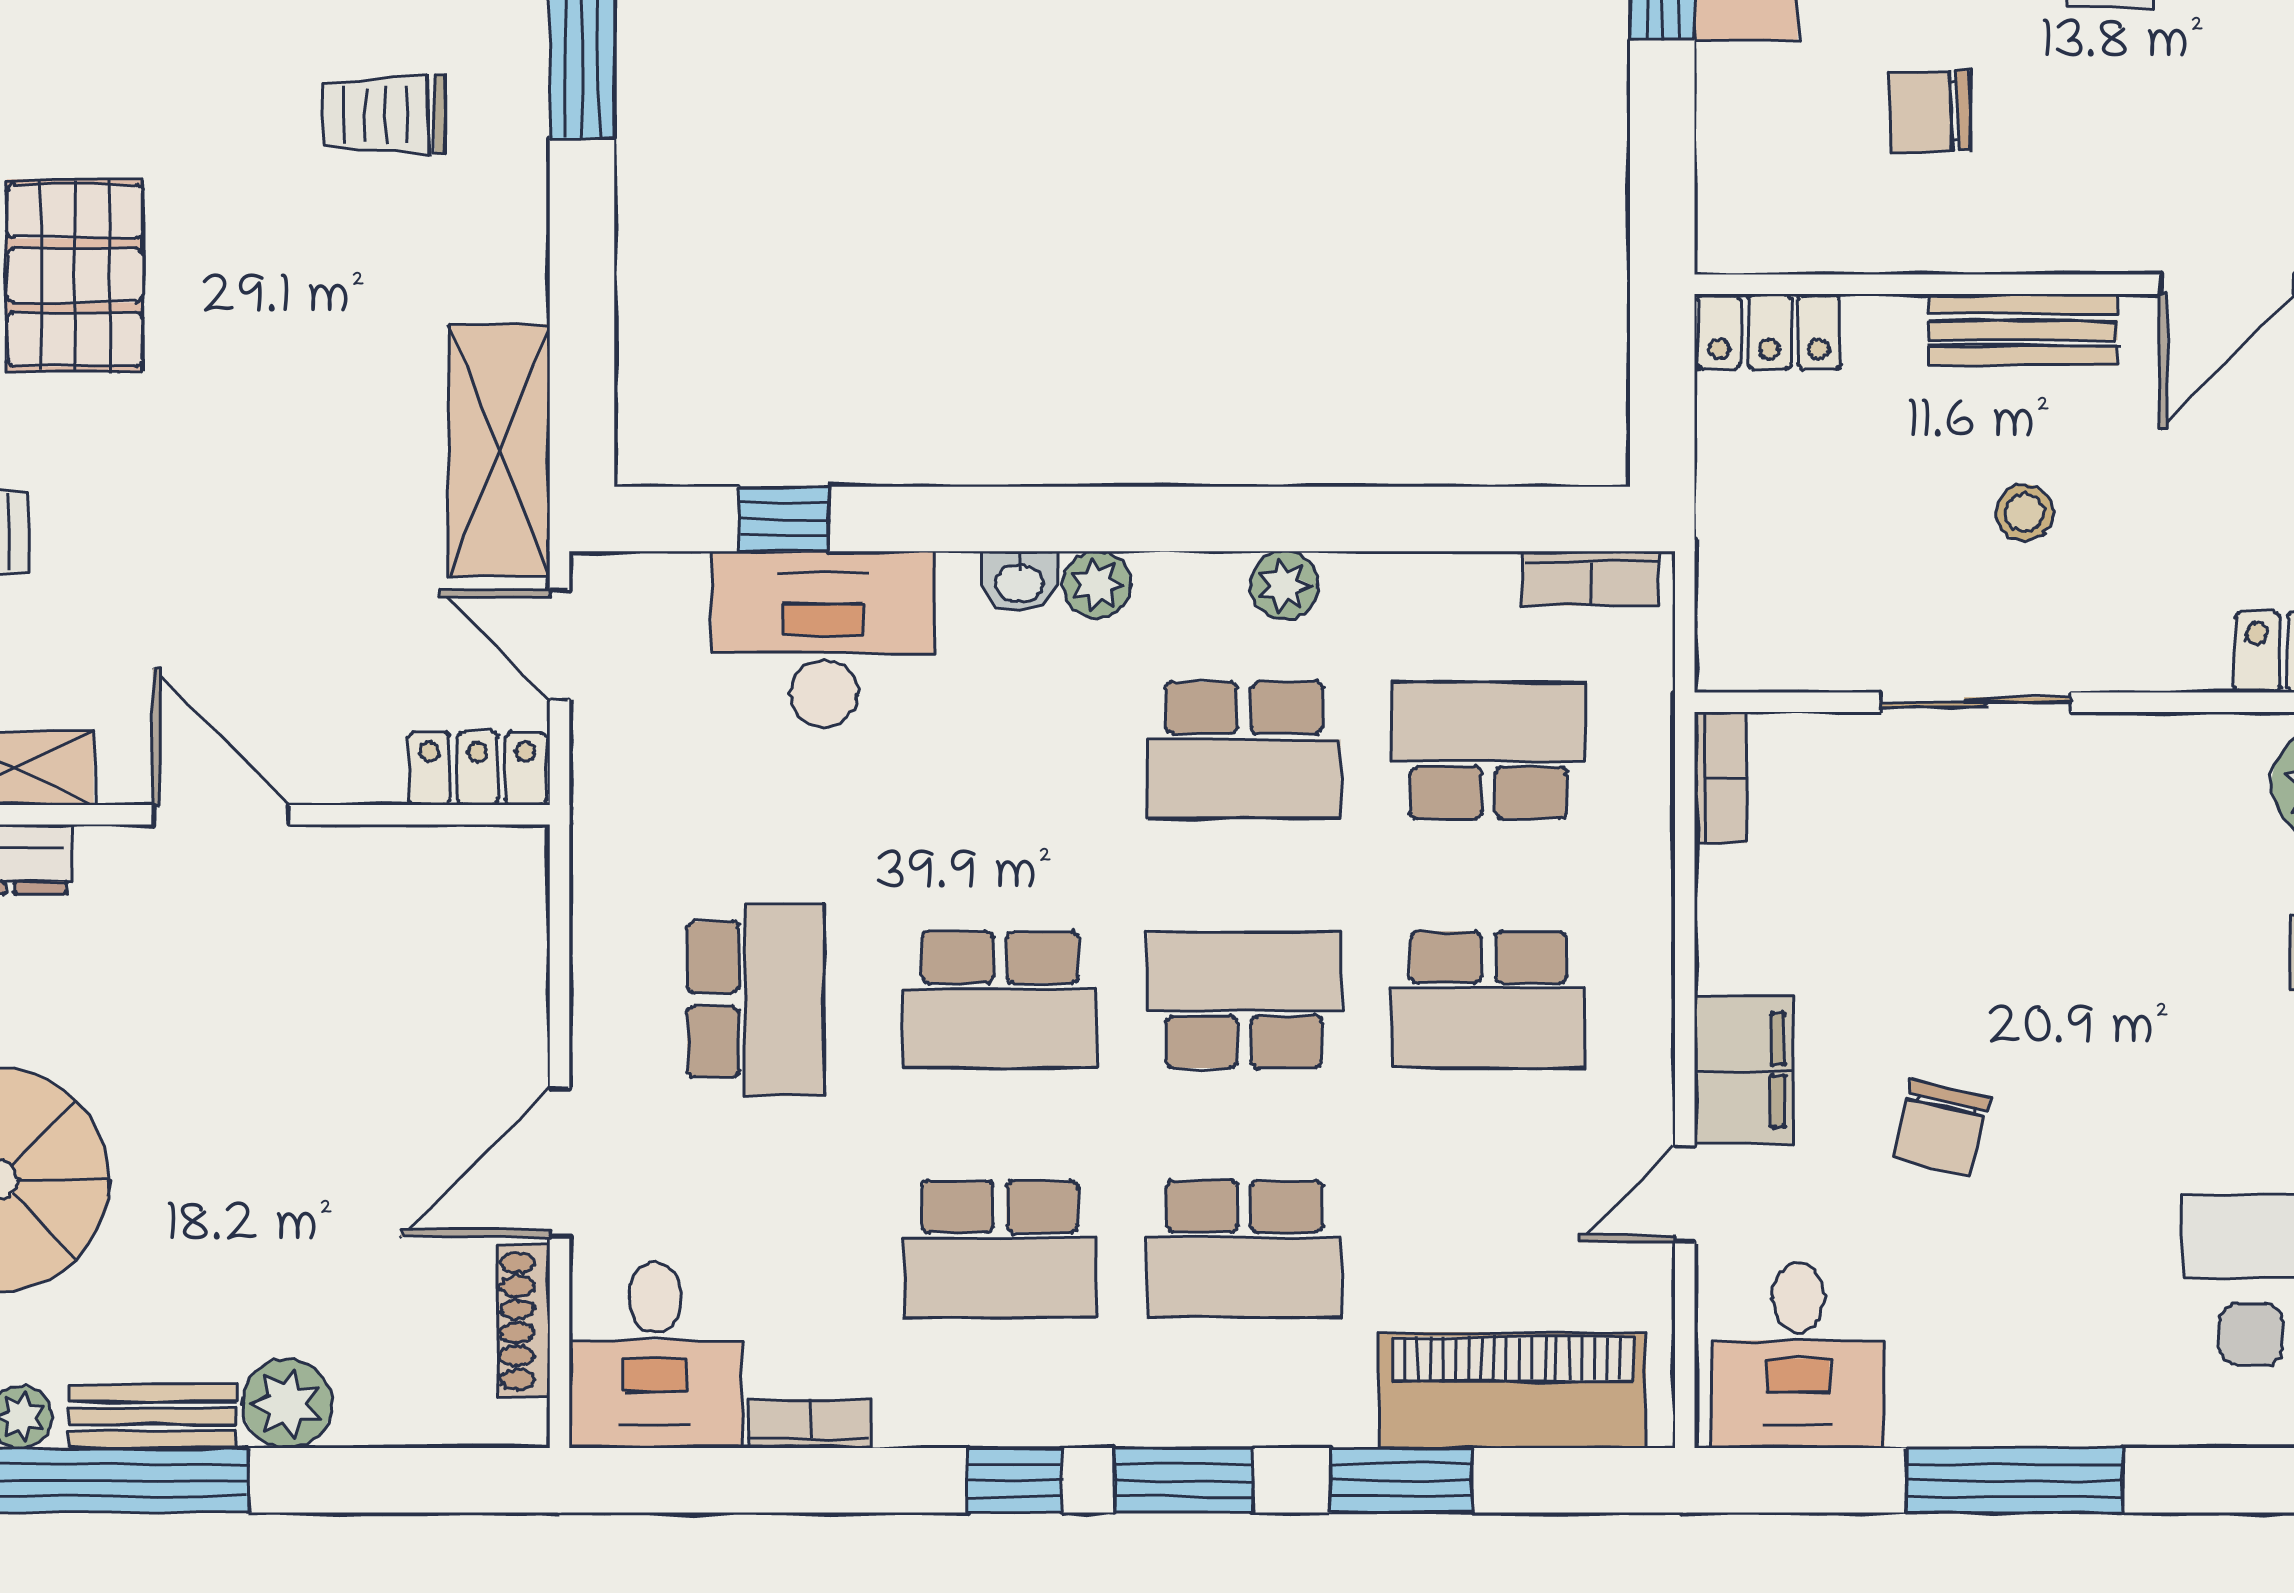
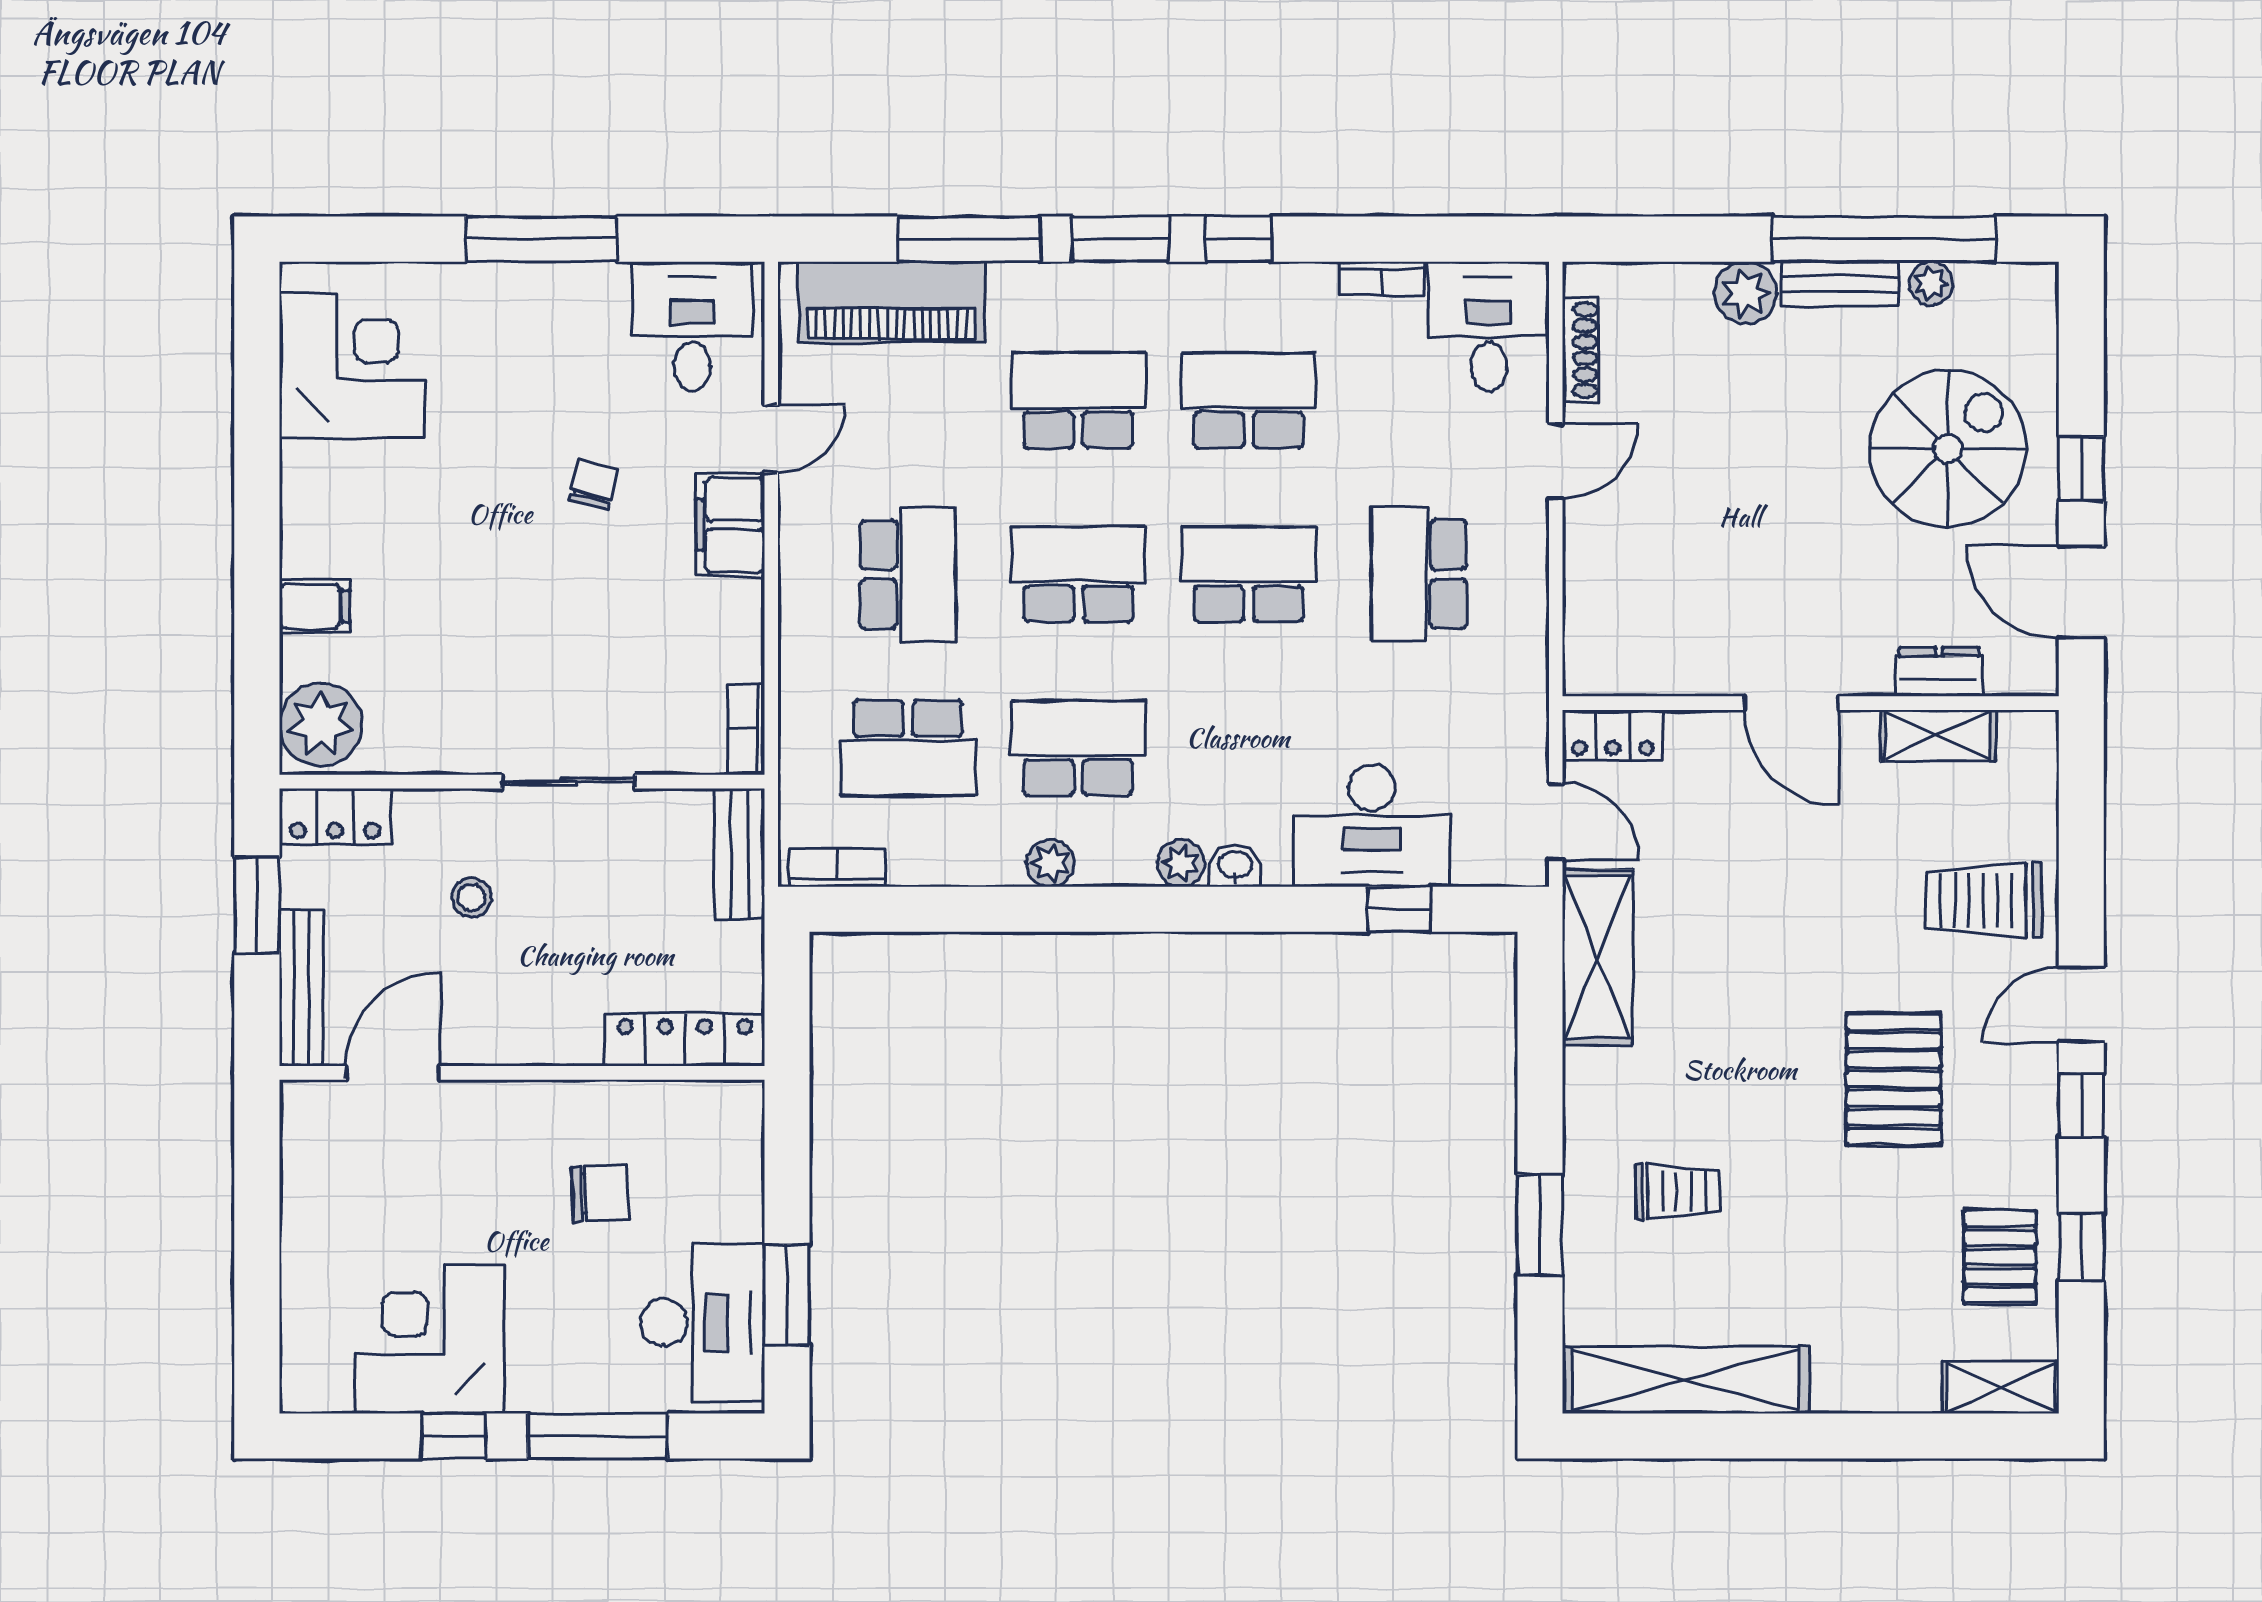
bench: (2023, 330) -> (739, 854), moved, turned 90
locker: (1769, 332) -> (685, 1040), width x1.53
stool: (2025, 513) -> (472, 897), moved
school desk: (1244, 1000) -> (1078, 574), turned 180
school desk: (1488, 1000) -> (908, 574), turned 90
chair: (1941, 1128) -> (593, 485), width x0.73, depth x0.73
door: (559, 1162) -> (1556, 461), width x0.73
window: (1401, 1480) -> (969, 239), width x1.44

